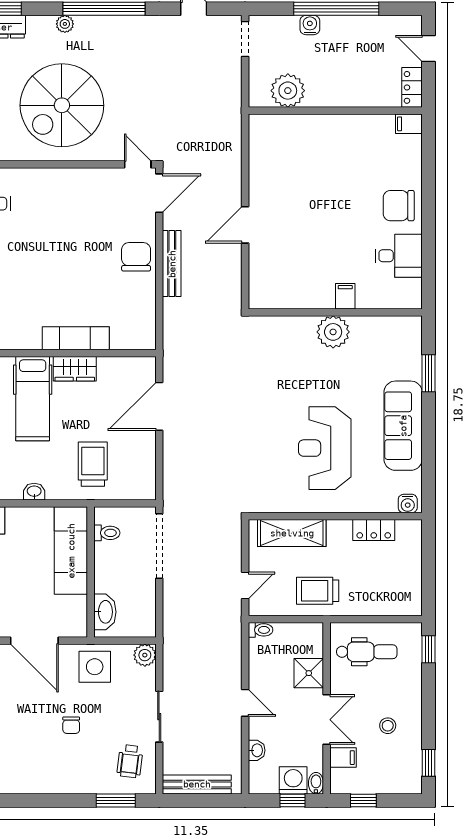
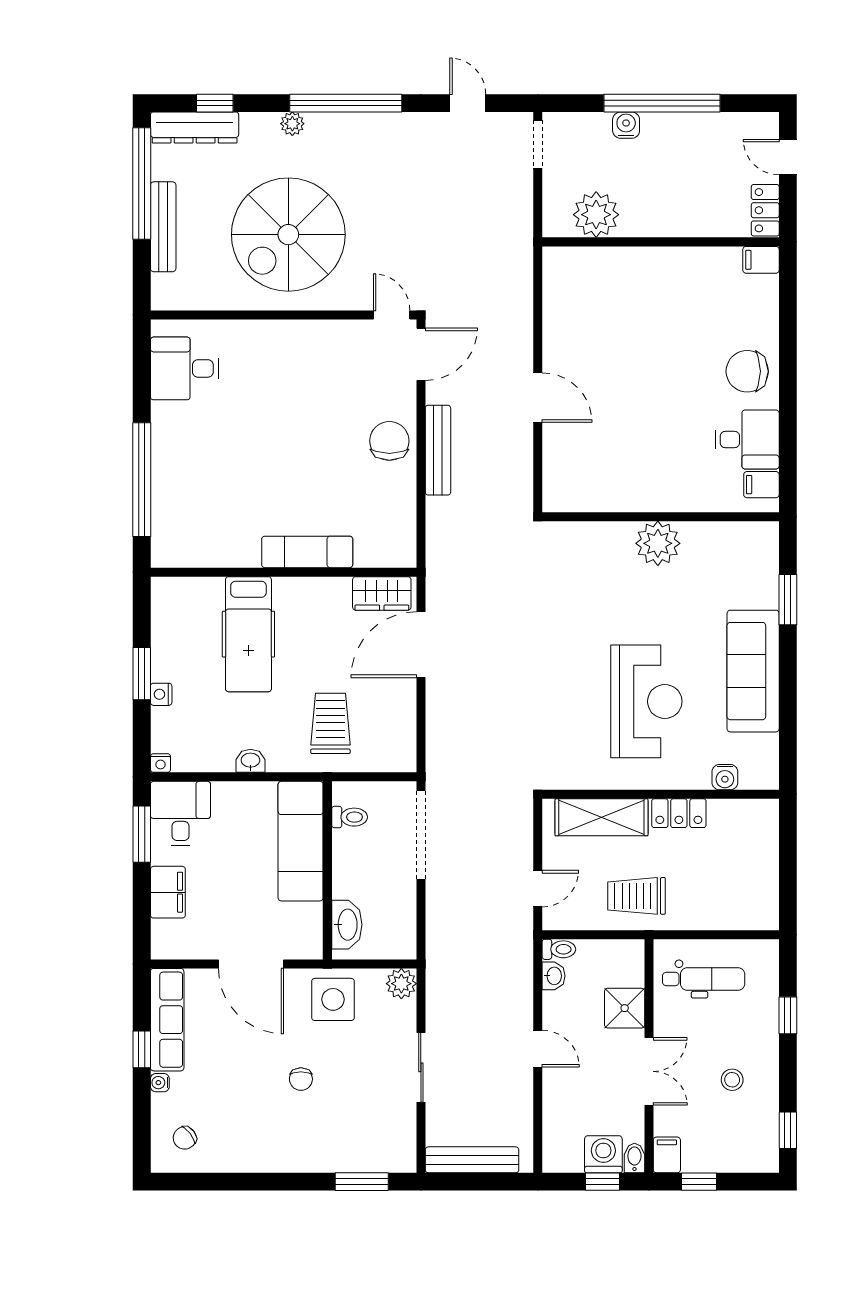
door: (245, 225) -> (538, 398), swing flipped
filing cabinet: (345, 296) -> (761, 485), moved, turned -90
wardrobe: (75, 369) -> (382, 593), moved
reception desk: (325, 448) -> (646, 701), turned 180
water cooler: (408, 504) -> (725, 777), moved
locker: (374, 530) -> (679, 813), moved
window: (429, 649) -> (788, 1015), moved
washbasin: (257, 750) -> (554, 976), moved
filing cabinet: (343, 758) -> (667, 1155), moved, turned -90
wheelchair: (130, 761) -> (381, 1128), removed

